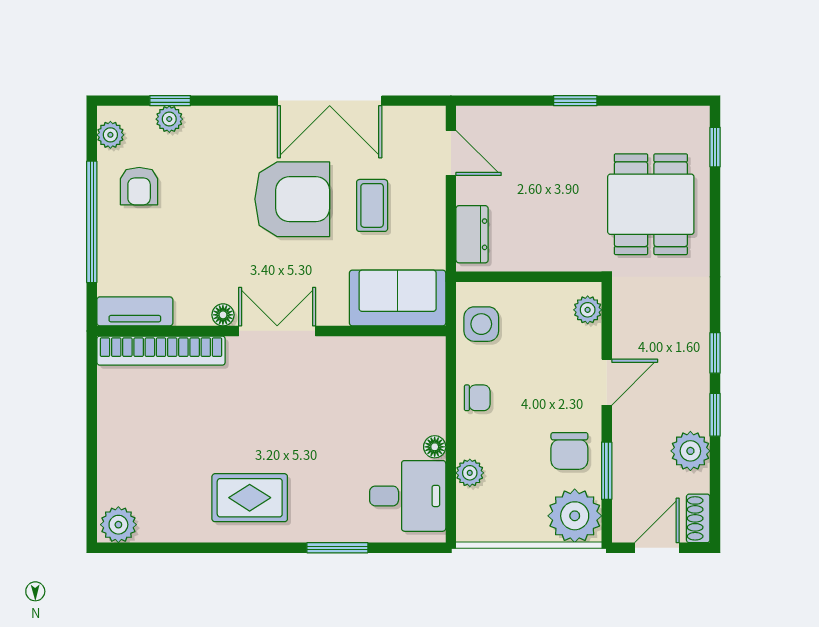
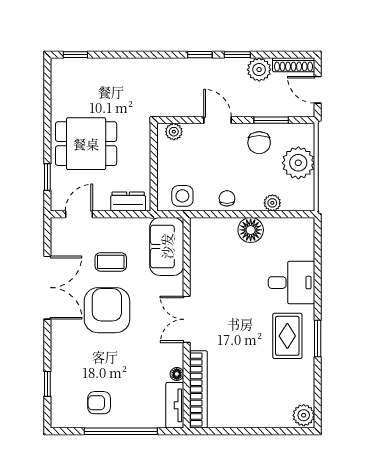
window: (575, 101) -> (47, 177), moved
plant: (169, 119) -> (59, 384), removed
plant: (110, 135) -> (68, 420), removed
armchair: (139, 186) -> (99, 403), turned 180
dining table: (651, 204) -> (86, 144), moved
floor lamp: (223, 315) -> (177, 374), moved
floor lamp: (435, 447) -> (251, 230), width x1.89, depth x1.89
chair: (569, 451) -> (259, 143), turned 90
desk: (408, 496) -> (291, 283), moved, turned 90
plant: (575, 516) -> (298, 163), moved
shoe rack: (698, 518) -> (294, 65), width x1.43
window: (337, 548) -> (318, 338), moved

